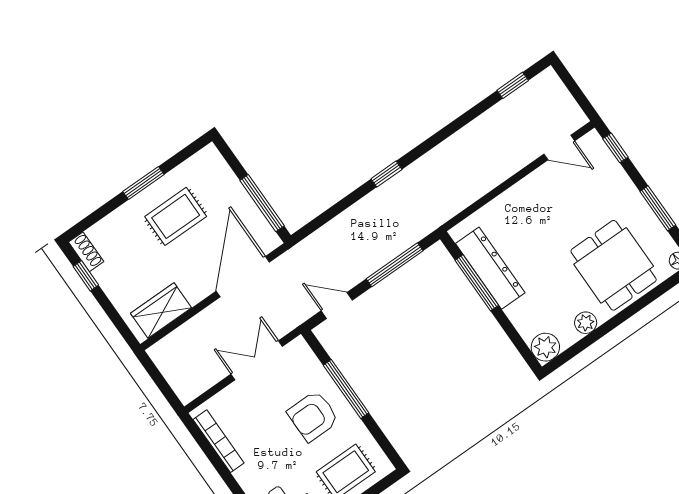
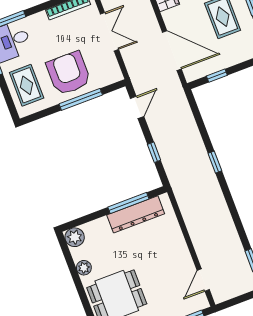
window: (262, 203) -> (217, 76), width x0.46
window: (395, 265) -> (154, 152), width x0.46
double door: (257, 360) -> (109, 32), moved
armchair: (313, 416) -> (69, 73), width x1.36, depth x1.36

